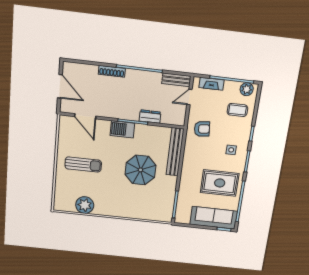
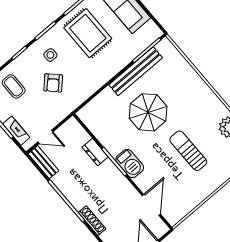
armchair: (202, 129) -> (53, 83), moved, turned -129
bench: (175, 152) -> (136, 71), moved
sun lounger: (83, 165) -> (188, 151), moved

